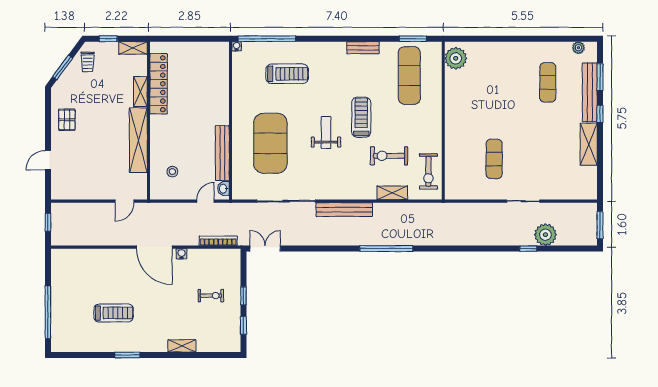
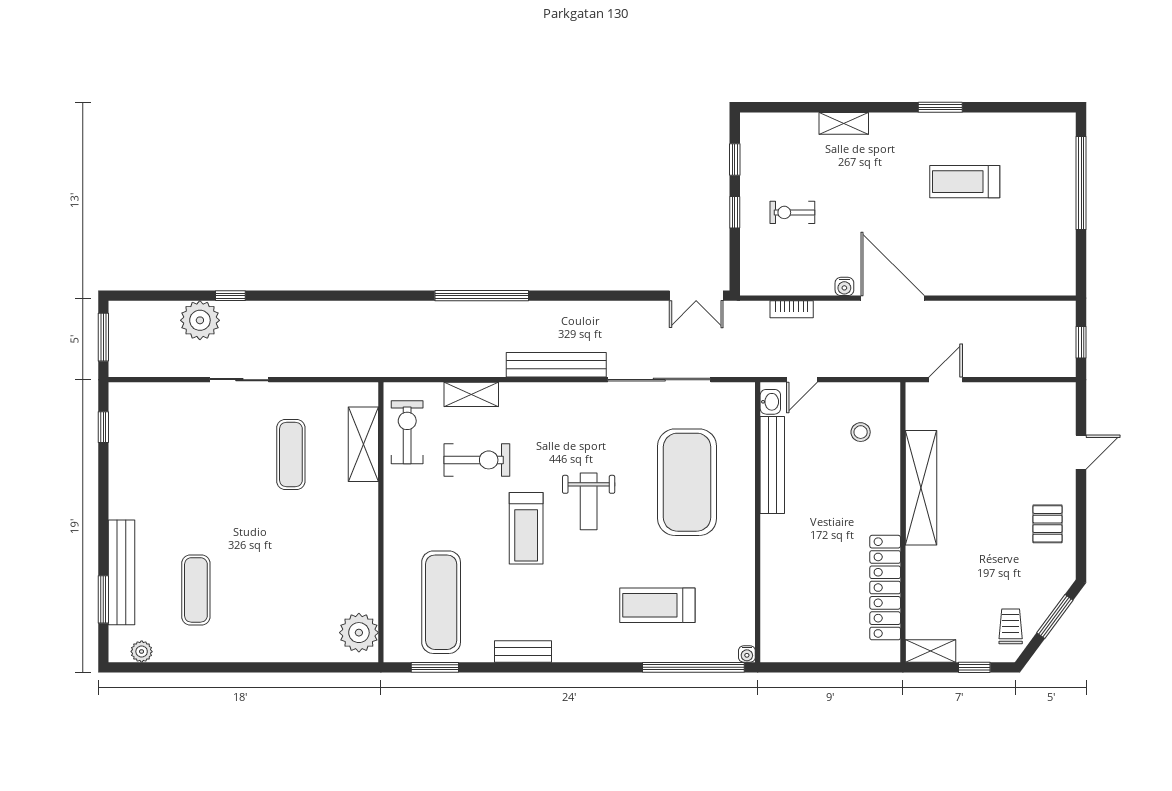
shelving: (140, 92) -> (917, 574), removed
window: (600, 114) -> (103, 427), moved
shelving: (589, 144) -> (363, 444), moved
bookcase: (218, 241) -> (792, 309), width x0.64

